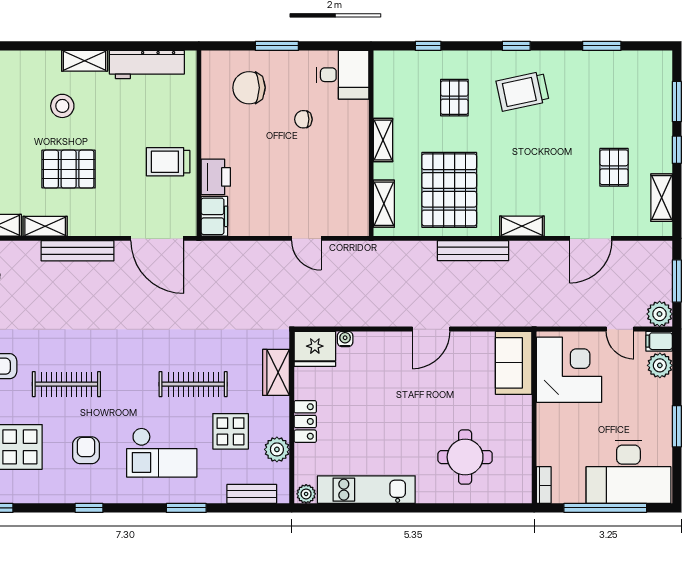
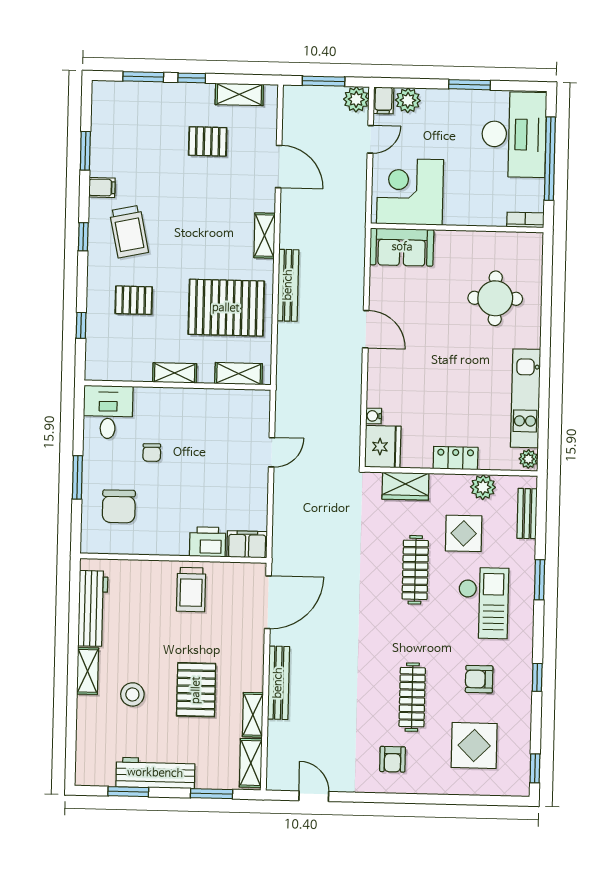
filing cabinet: (566, 63) -> (102, 188), added

